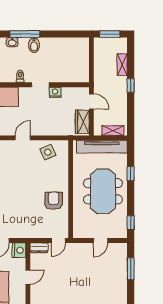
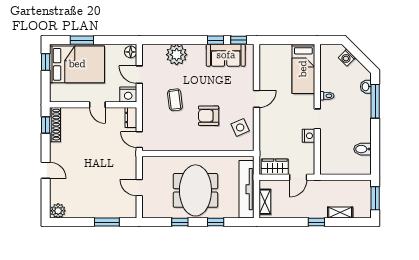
bidet: (34, 45) -> (363, 149), moved
door: (23, 138) -> (257, 99), hinge flipped
meeting table: (103, 191) -> (195, 190), turned 90
armchair: (54, 201) -> (209, 116), moved, turned 180
coffee table: (24, 209) -> (175, 100), added
window: (131, 223) -> (180, 222), moved

